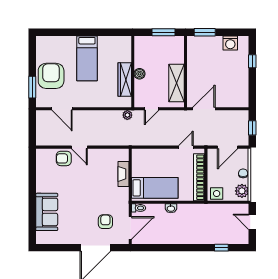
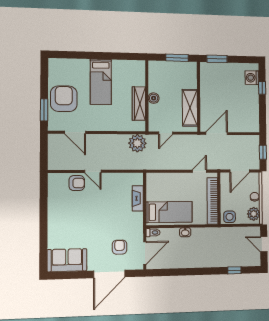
washing machine: (230, 43) -> (252, 78), moved, turned 90
plant: (127, 115) -> (137, 143), width x1.87, depth x1.87
armchair: (64, 158) -> (77, 183), turned 180
sofa: (47, 212) -> (67, 260), moved, turned -90

